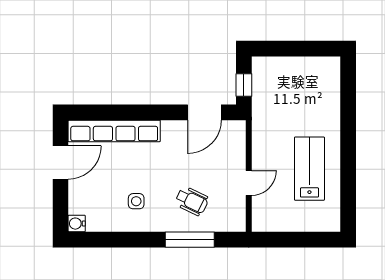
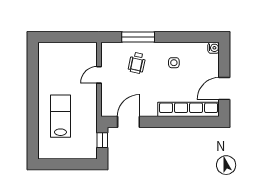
lab bench: (309, 169) -> (60, 116), moved, turned 180
wheelchair: (192, 201) -> (137, 63), turned -104

